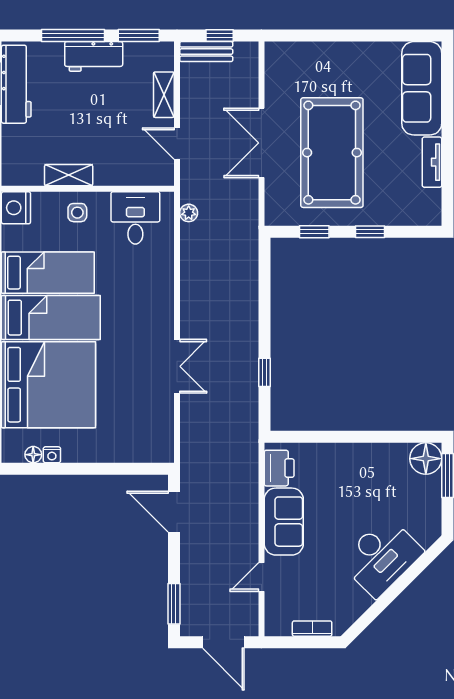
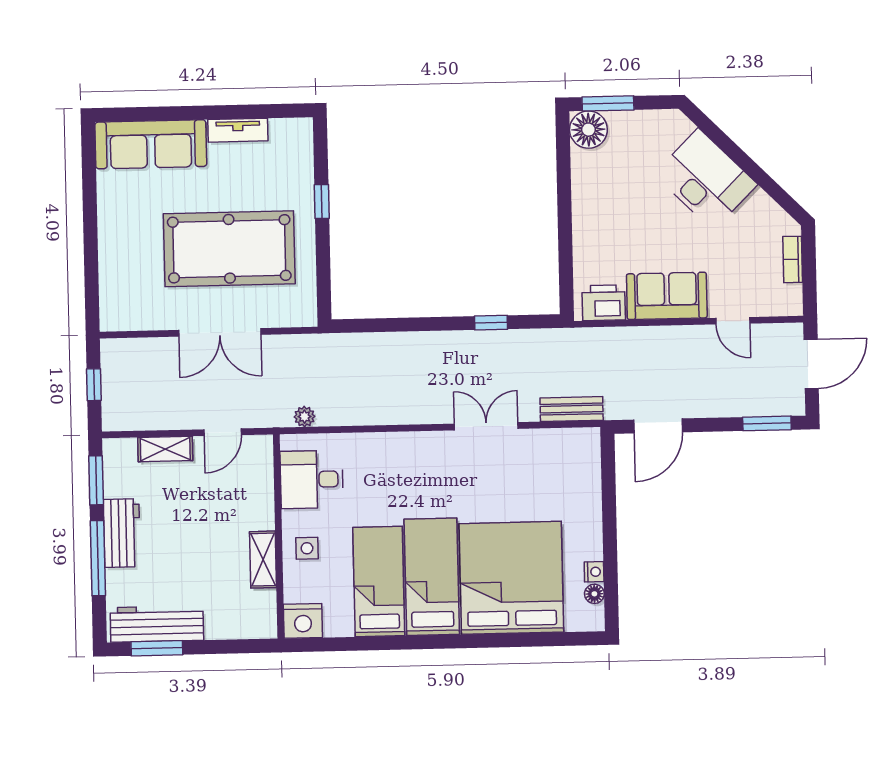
bench: (206, 52) -> (572, 409), moved, turned 90
window: (314, 232) -> (323, 268), removed

